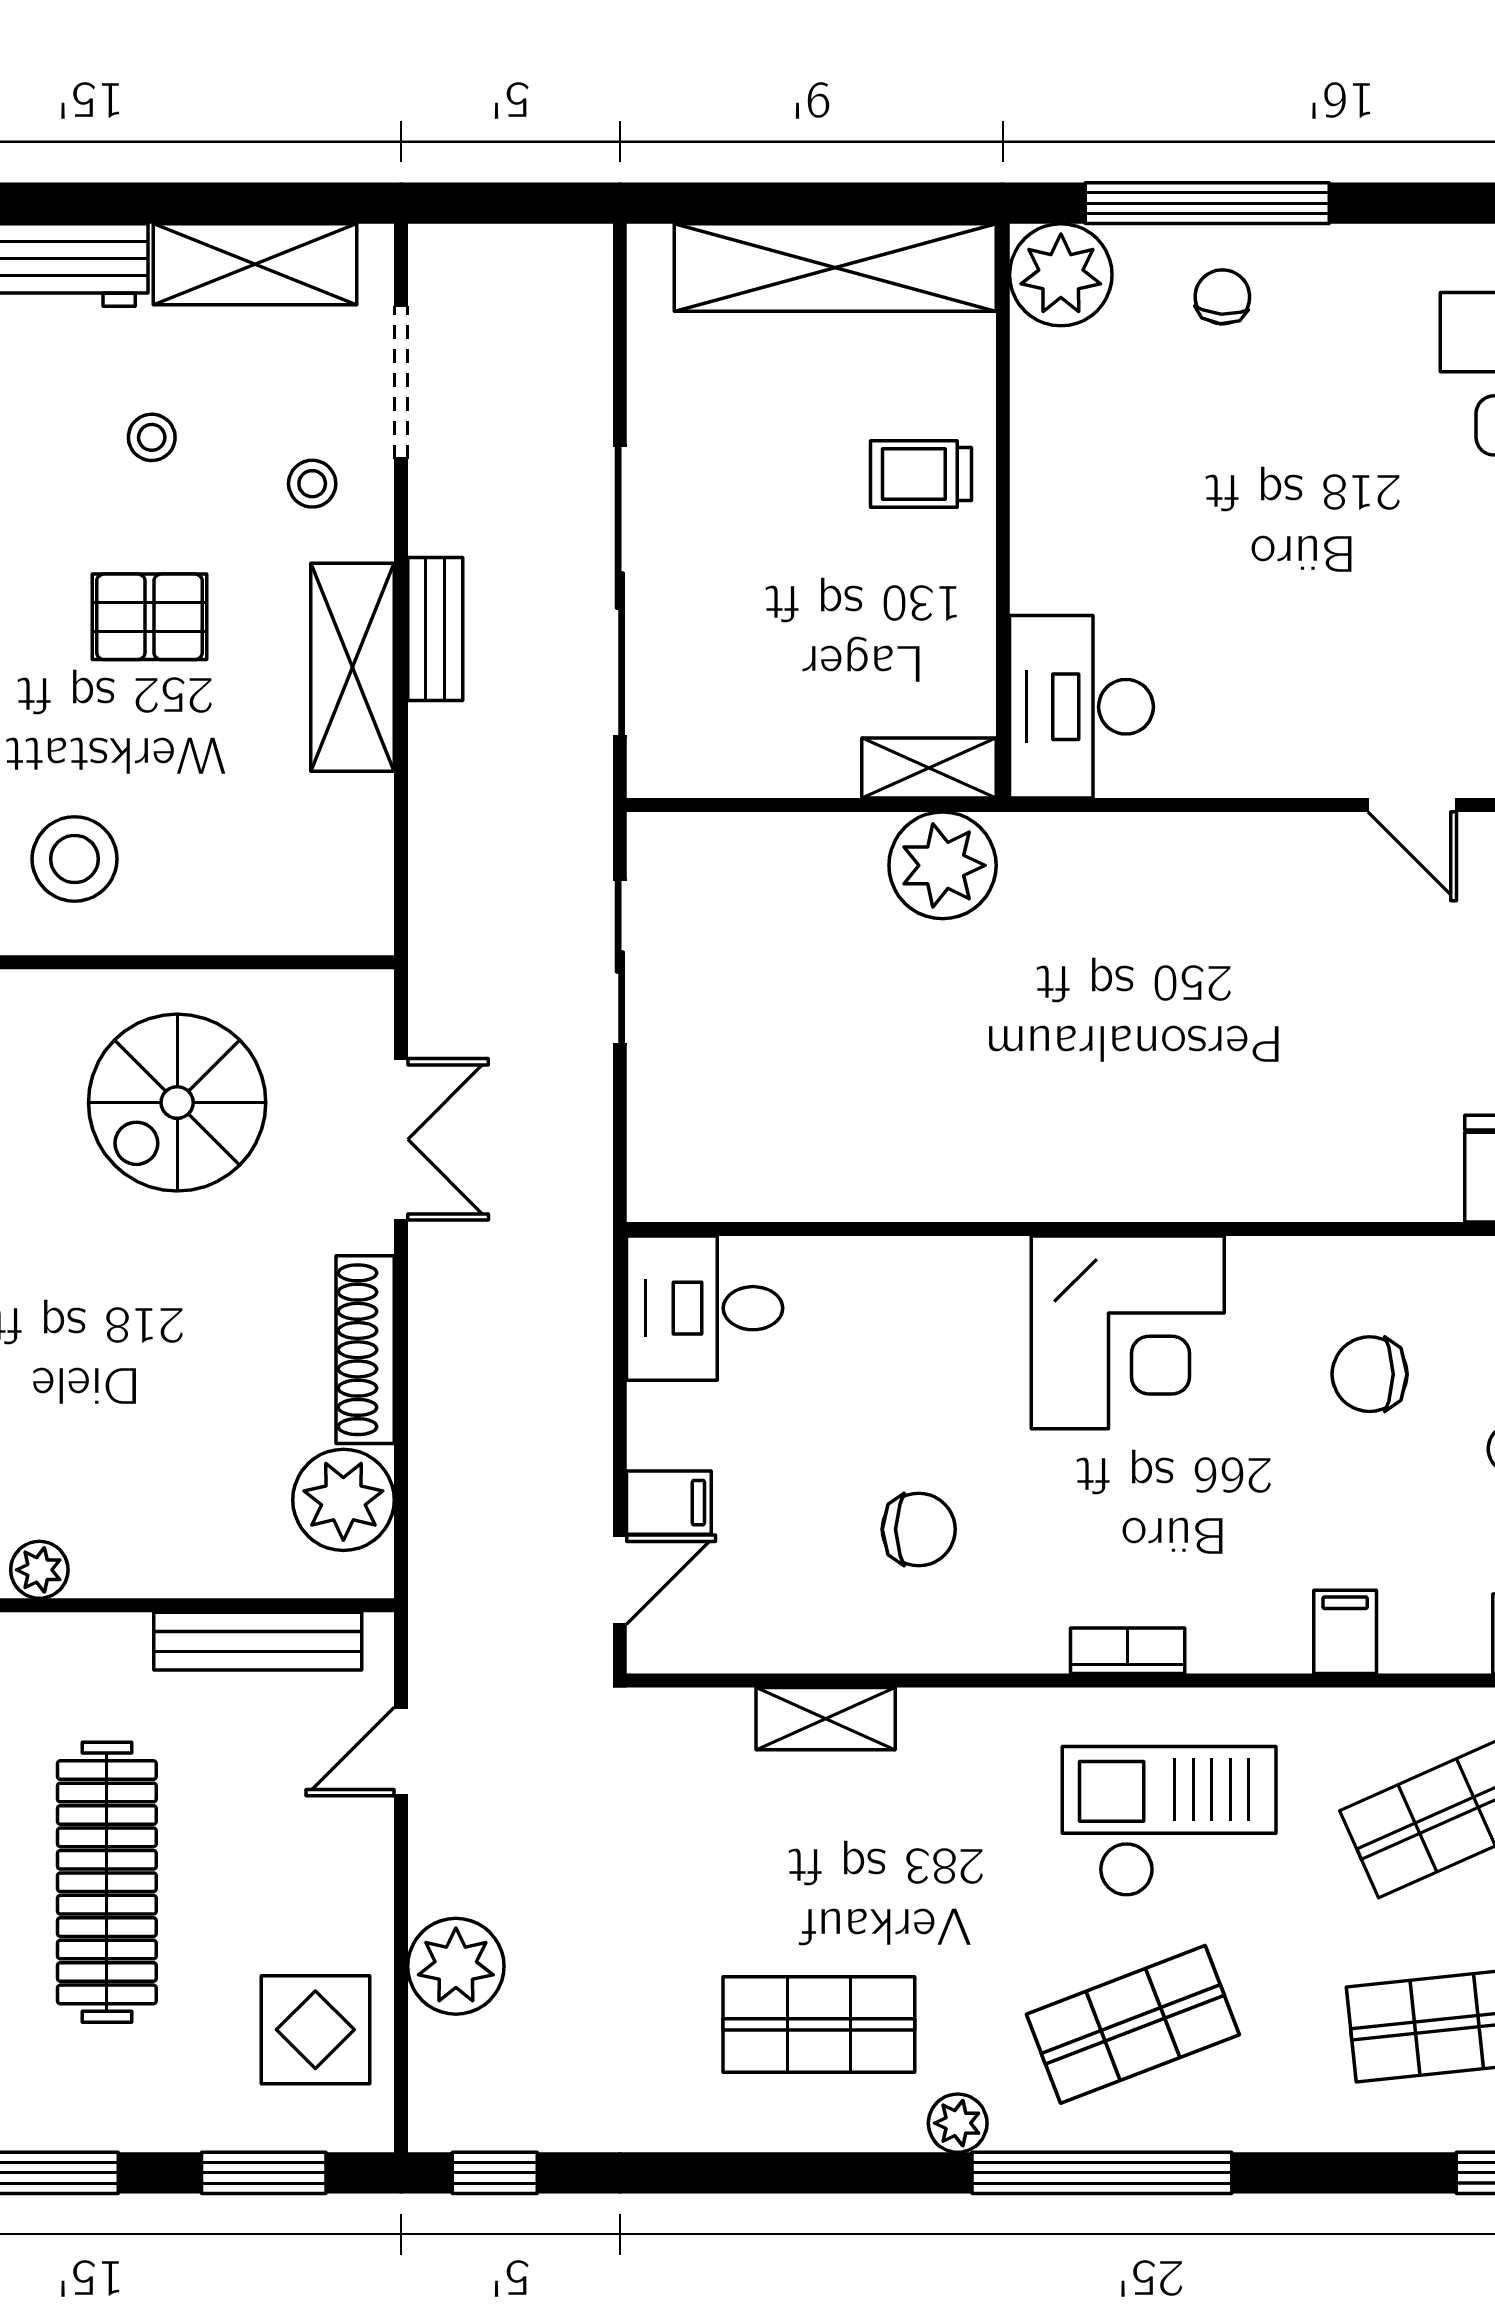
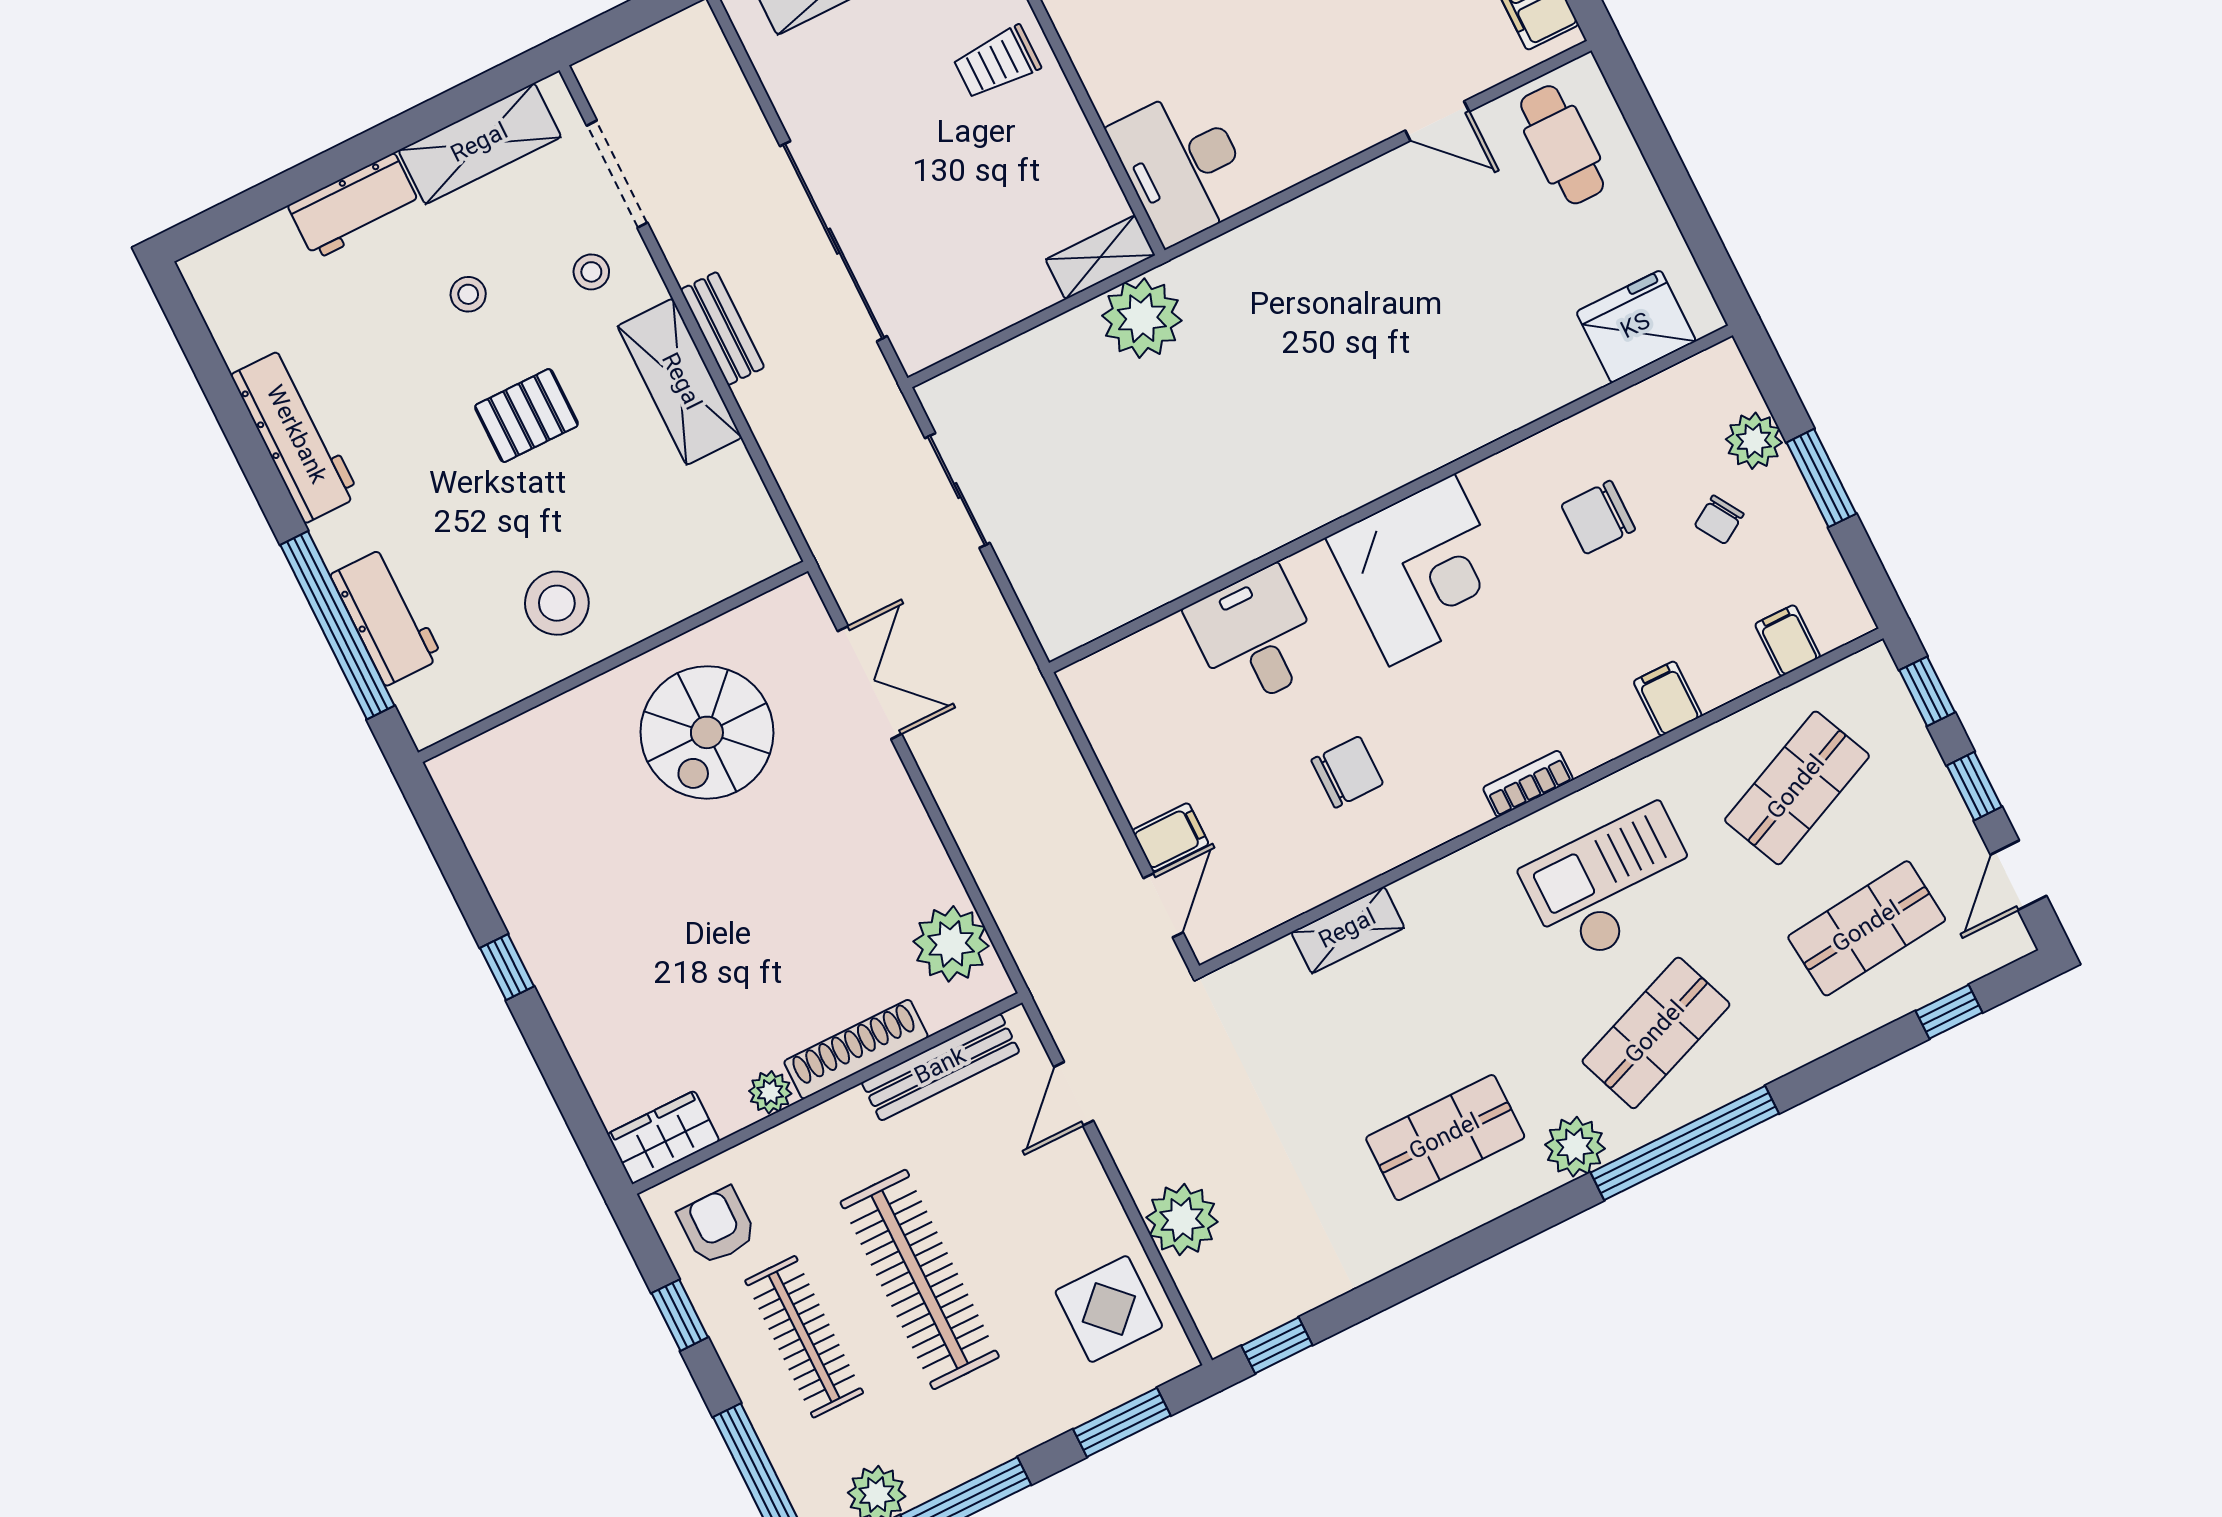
desk: (705, 1308) -> (1255, 637), moved, turned 90
shoe rack: (365, 1350) -> (856, 1049), moved, turned 90
plant: (958, 2123) -> (1575, 1147), width x1.38, depth x1.38

